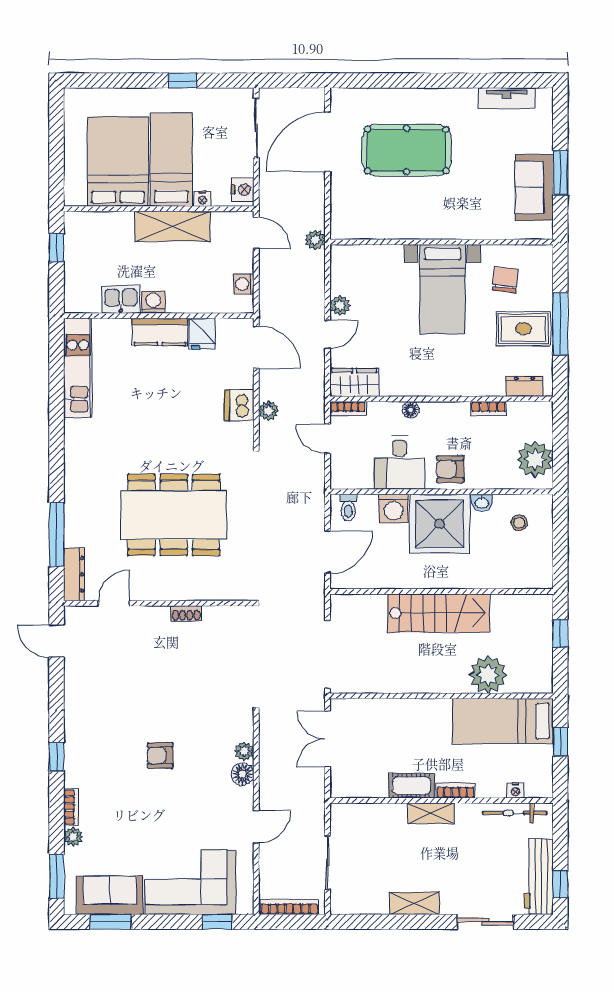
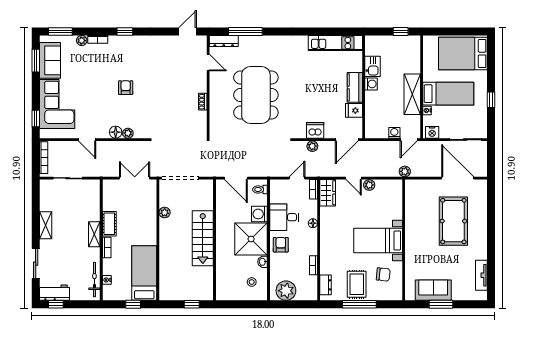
bed: (118, 162) -> (463, 54), moved, turned 180
washing machine: (244, 284) -> (394, 133), moved
plant: (488, 675) -> (165, 213), moved, width x0.53, depth x0.53
workbench: (539, 877) -> (54, 293), width x0.73

